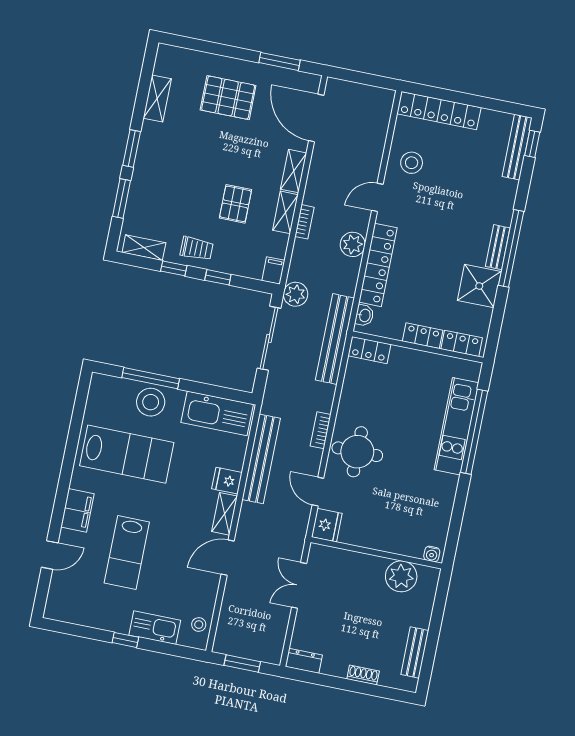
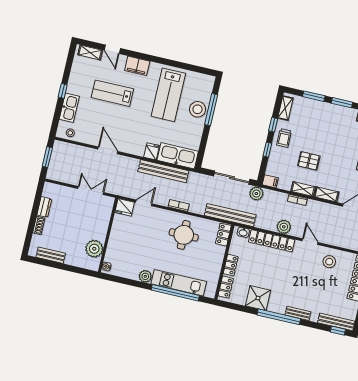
bench: (498, 247) -> (298, 313), moved
kitchen sink: (217, 413) -> (178, 156), moved, turned 90
round table: (357, 452) -> (184, 235), moved
plant: (447, 485) -> (145, 276), added
shelving: (225, 514) -> (90, 52), moved
dresser: (304, 661) -> (44, 207), moved

